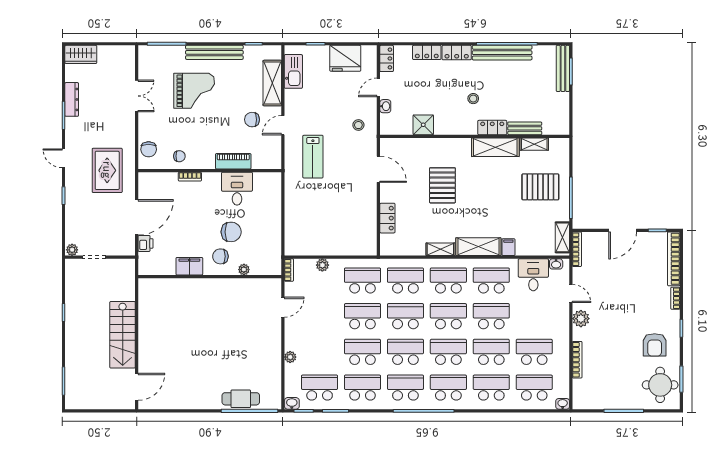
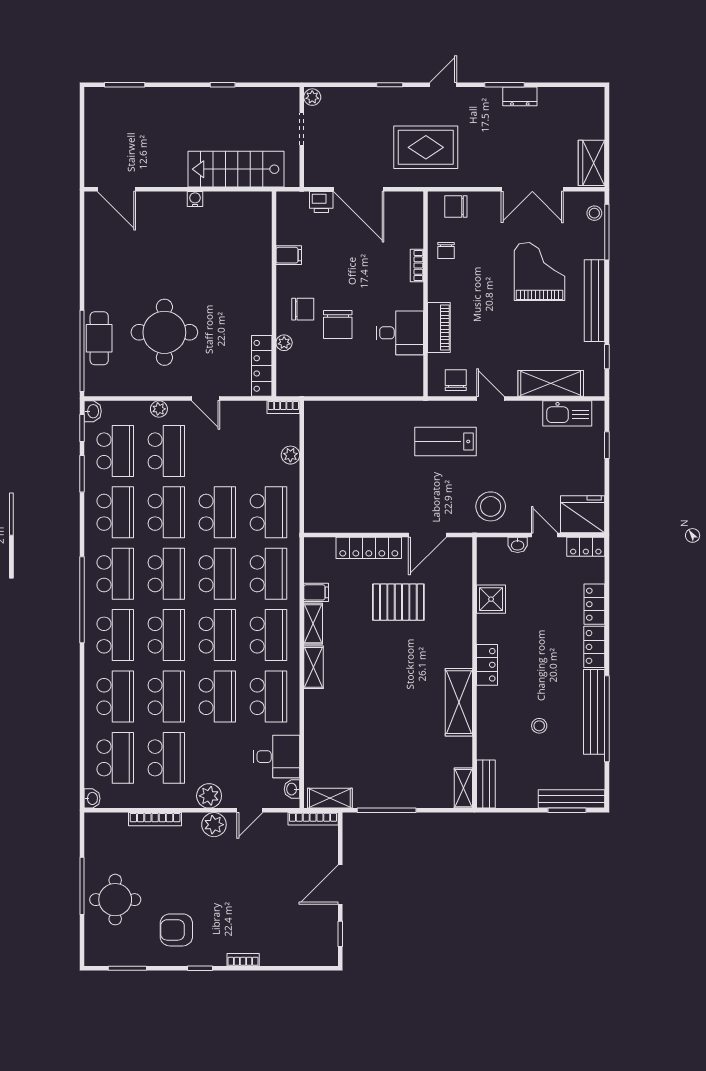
stool: (153, 53) -> (594, 213), added
wardrobe: (81, 54) -> (592, 163), moved
fridge: (345, 58) -> (583, 514), moved, turned 90
grand piano: (194, 91) -> (540, 272), turned 180
double door: (137, 96) -> (532, 189), width x1.37
dresser: (72, 99) -> (520, 96), width x0.70
stool: (473, 99) -> (539, 726), moved
chair: (252, 120) -> (456, 380), moved
stool: (358, 125) -> (491, 506), width x1.89, depth x1.89
locker: (492, 128) -> (487, 665), moved
bench: (525, 128) -> (486, 784), moved
shelving: (534, 144) -> (463, 788), moved
pallet: (442, 185) -> (398, 602), moved
pallet: (540, 187) -> (402, 767), removed
locker: (387, 218) -> (369, 548), width x1.53
door: (623, 230) -> (340, 884), hinge flipped
shelving: (478, 247) -> (313, 667), width x0.67, depth x0.75
filing cabinet: (508, 247) -> (316, 592), moved
chair: (220, 256) -> (303, 309), turned 90
bookcase: (674, 259) -> (299, 957), removed
filing cabinet: (189, 266) -> (289, 255), width x0.50
locker: (260, 285) -> (262, 366), added
door: (283, 307) -> (206, 398), moved
plant: (561, 322) -> (209, 796), added
water cooler: (143, 332) -> (195, 199), added
stairs: (123, 335) -> (236, 169), moved
school desk: (320, 352) -> (166, 451), added
round table: (237, 353) -> (164, 332), added
round table: (660, 385) -> (115, 900), moved

